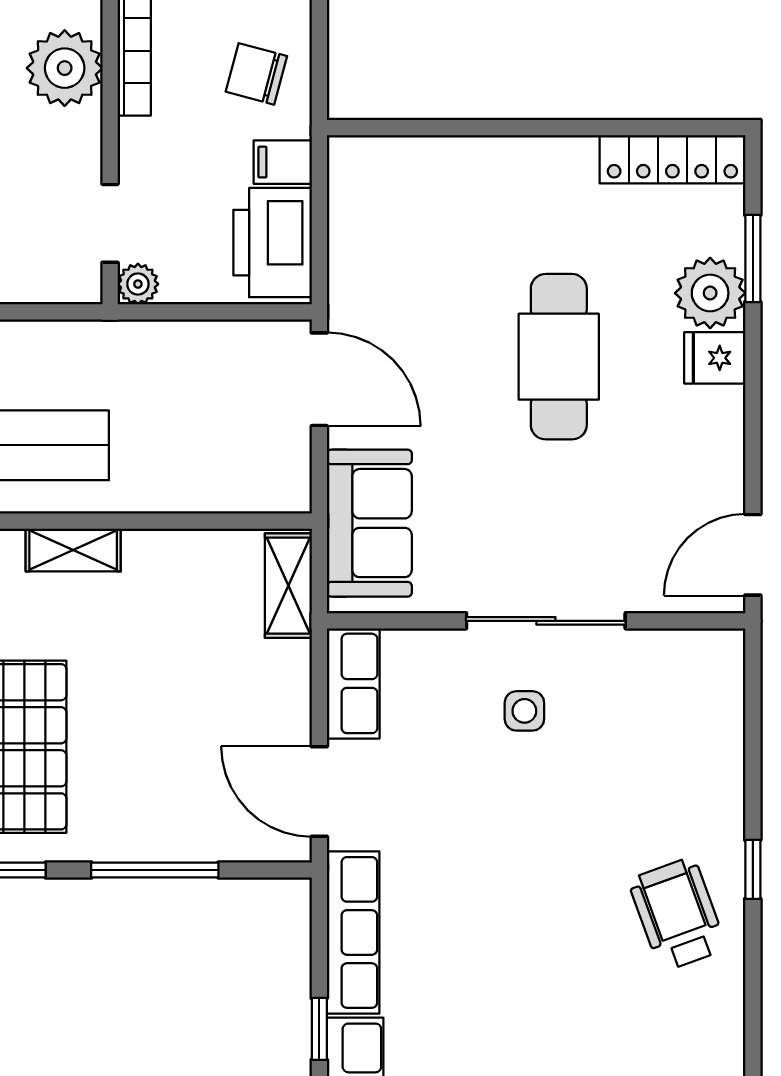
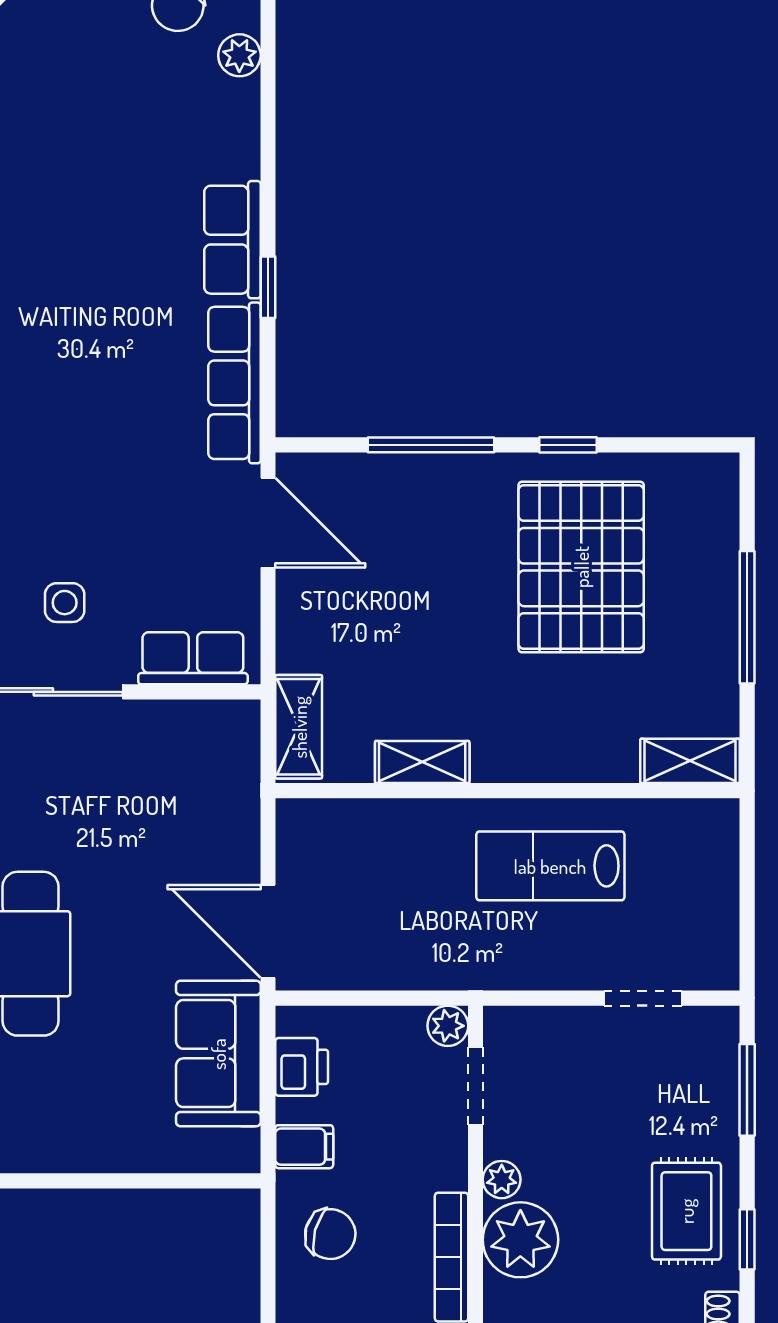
plant: (84, 129) -> (502, 1180), added
printer: (273, 243) -> (302, 1067), width x0.53, depth x0.68
sofa: (369, 523) -> (218, 1054), moved
shelving: (73, 550) -> (422, 762), moved
row of seats: (353, 683) -> (193, 658), moved, turned 90

